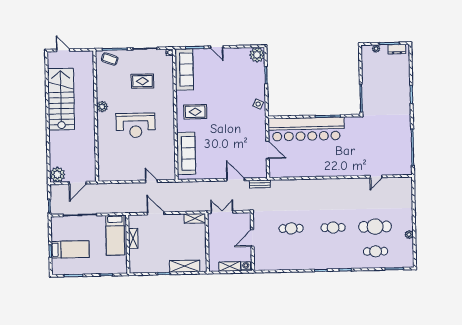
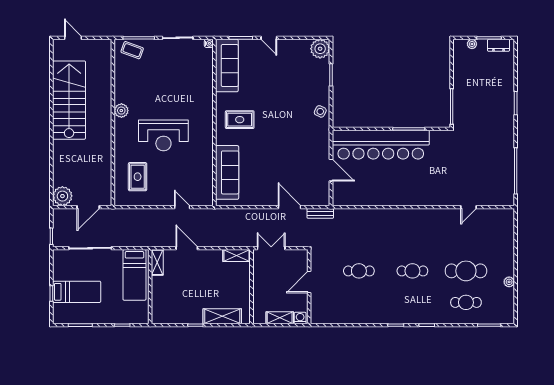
rug: (142, 81) -> (138, 177), moved, turned 90
shelving: (133, 238) -> (157, 262), moved

